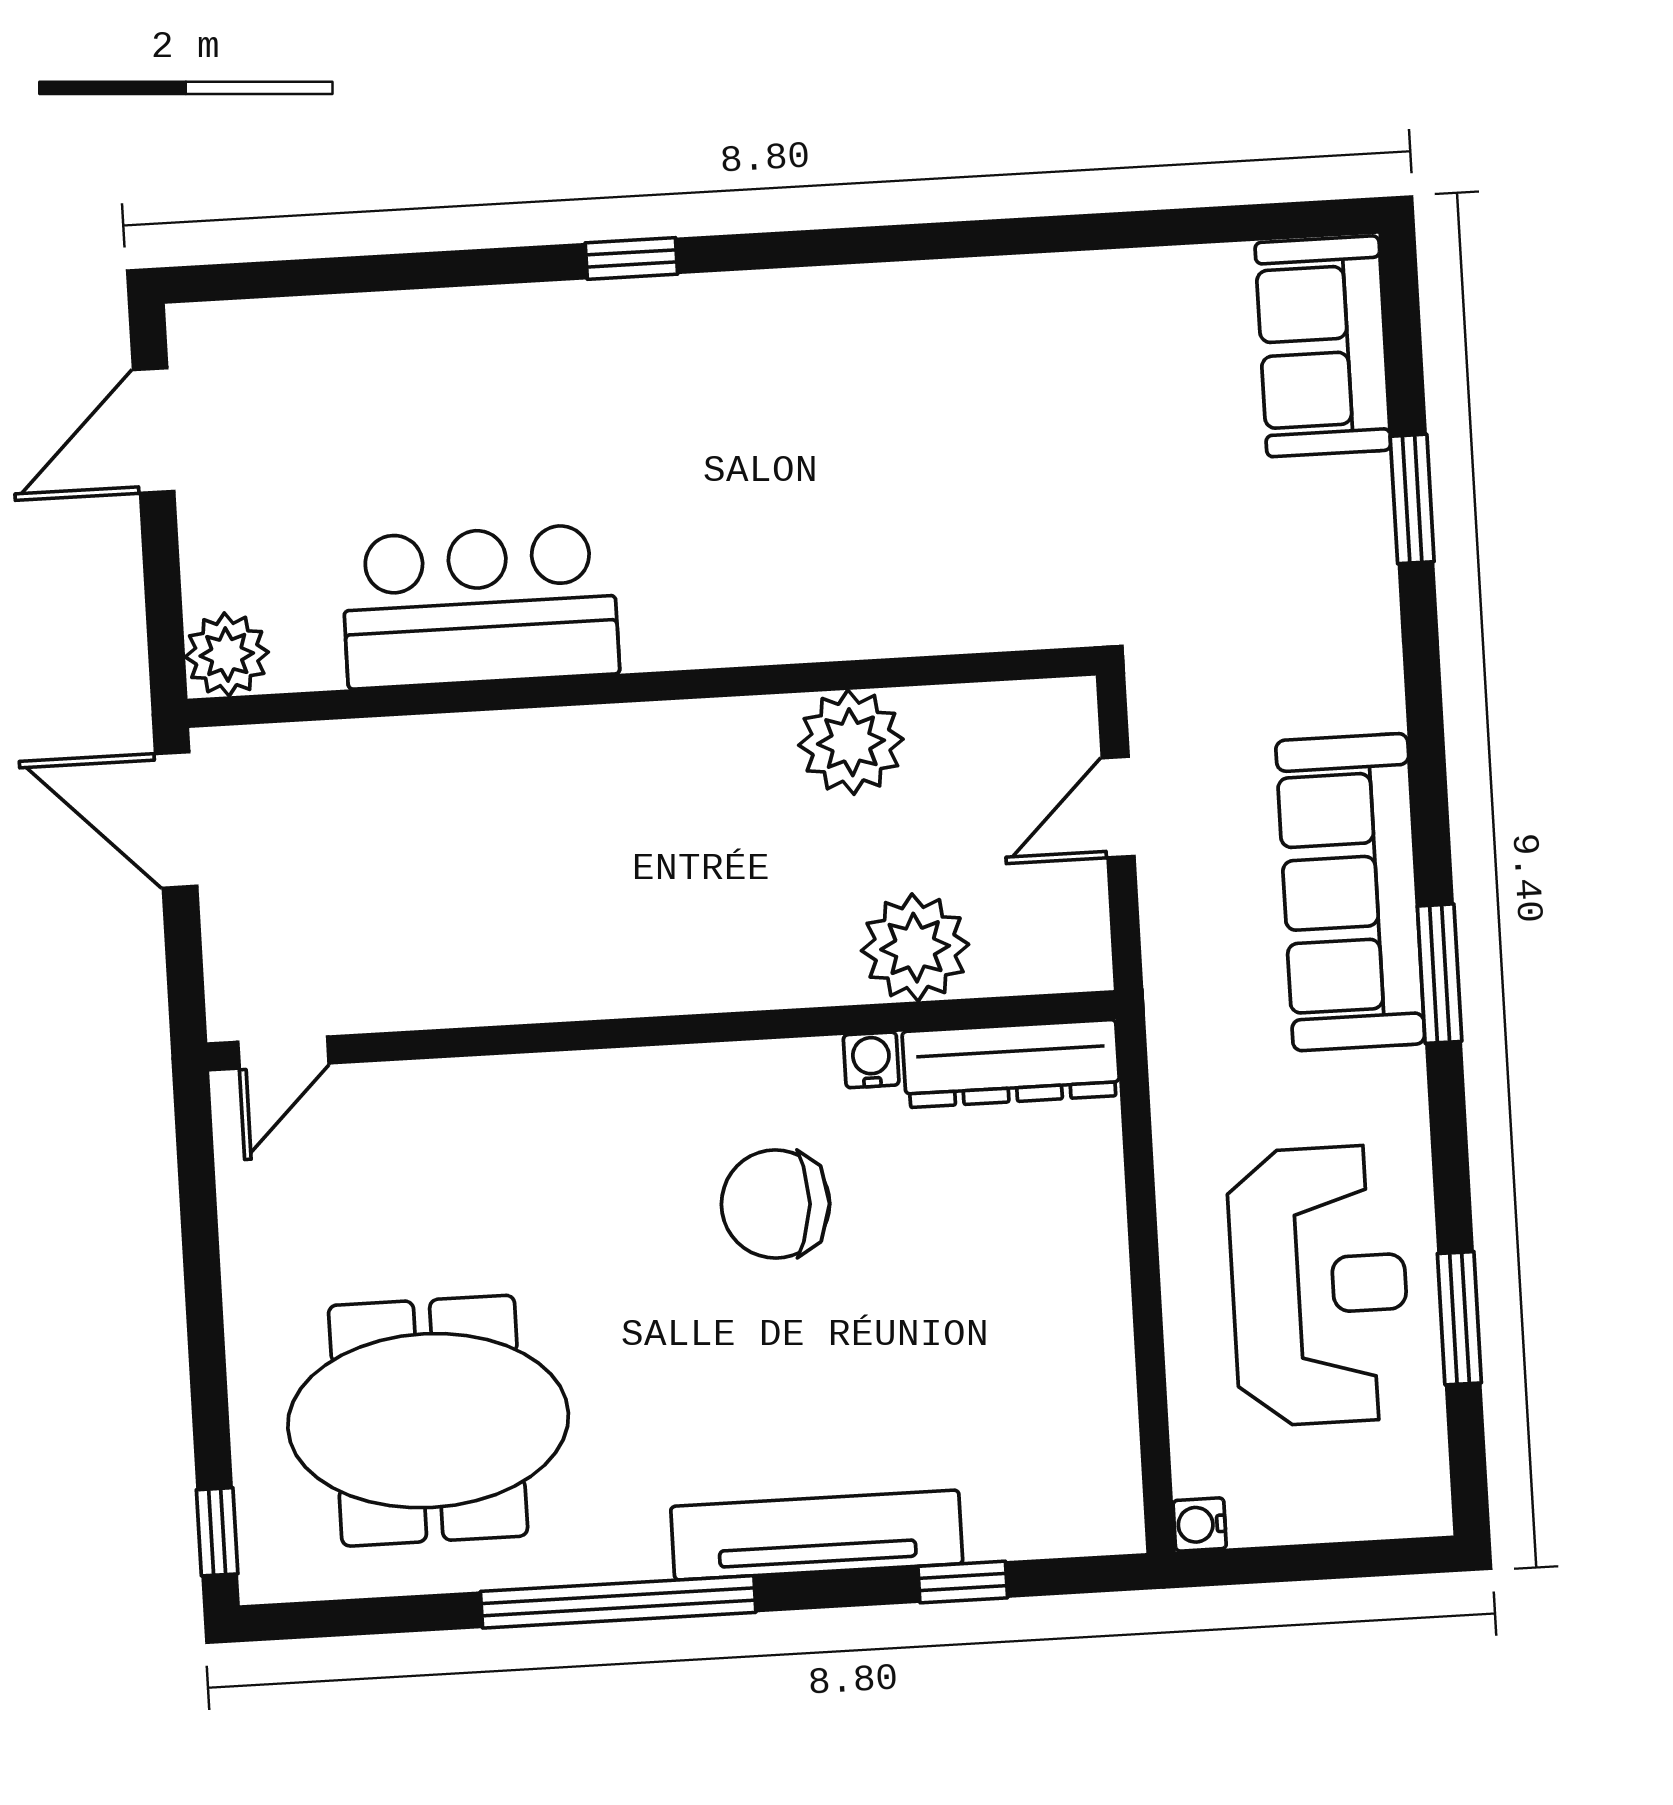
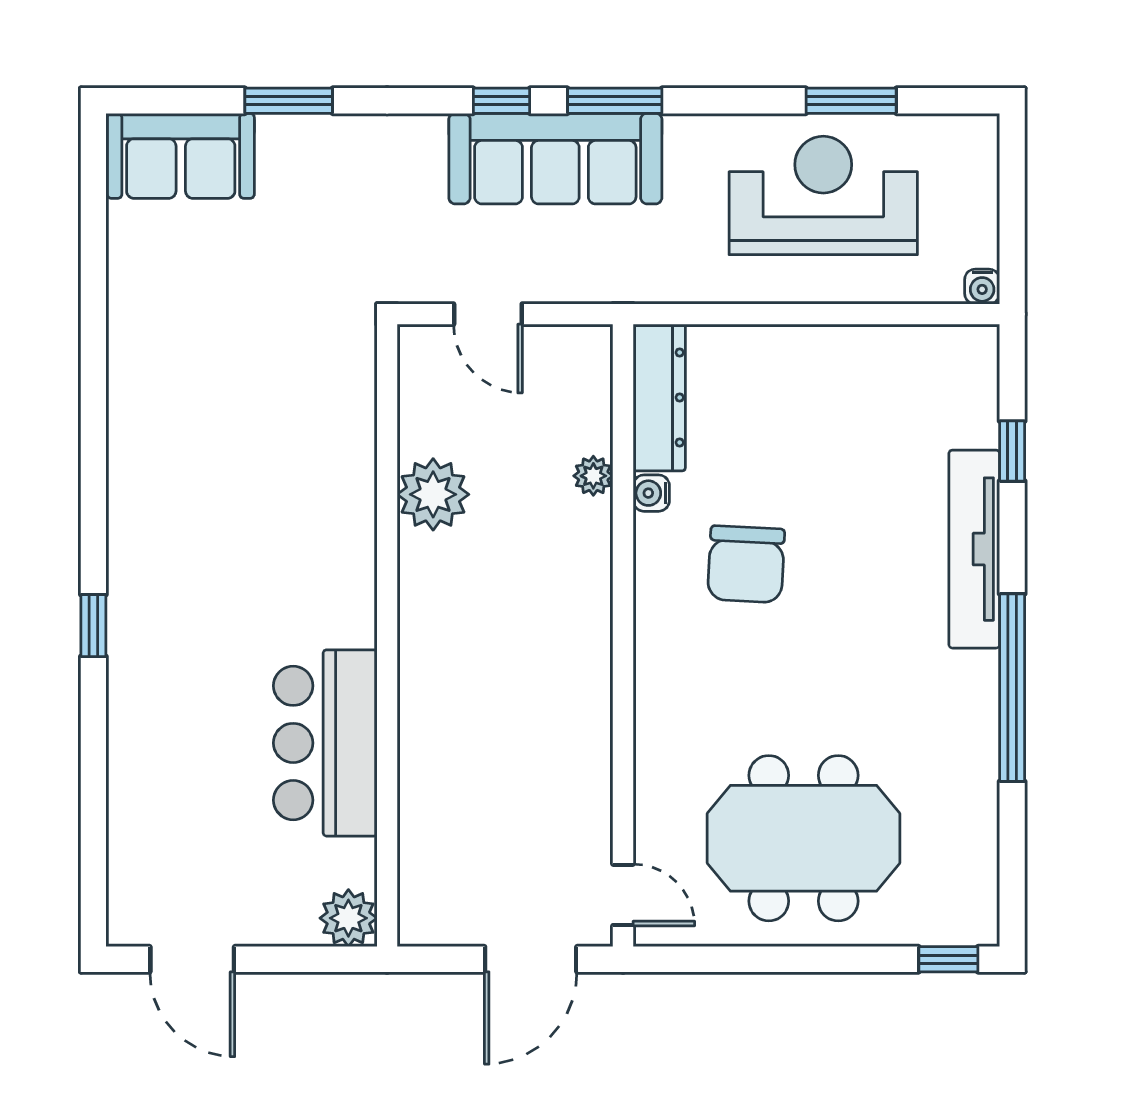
window: (1430, 809) -> (502, 101), added
door: (176, 820) -> (531, 959), moved
plant: (915, 948) -> (593, 476), width x0.53, depth x0.53
meeting table: (428, 1421) -> (803, 838), moved, turned 90

